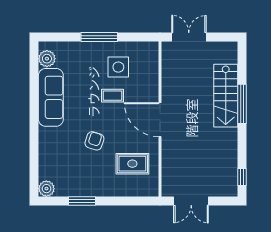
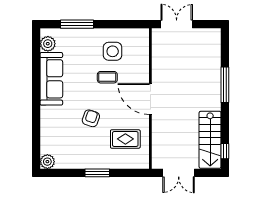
window: (99, 37) -> (77, 24), moved
stairs: (226, 96) -> (210, 140), moved
window: (82, 201) -> (97, 173), moved

